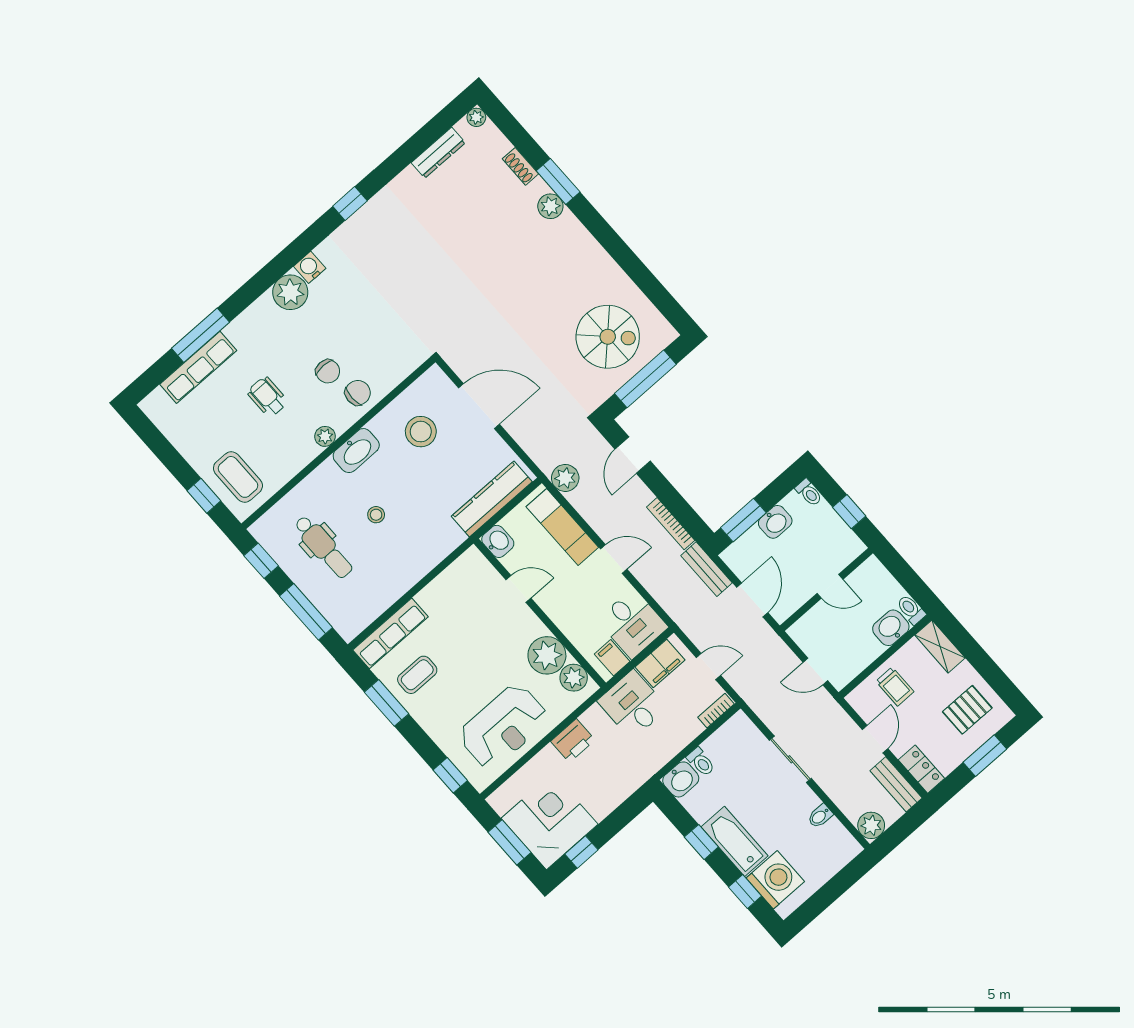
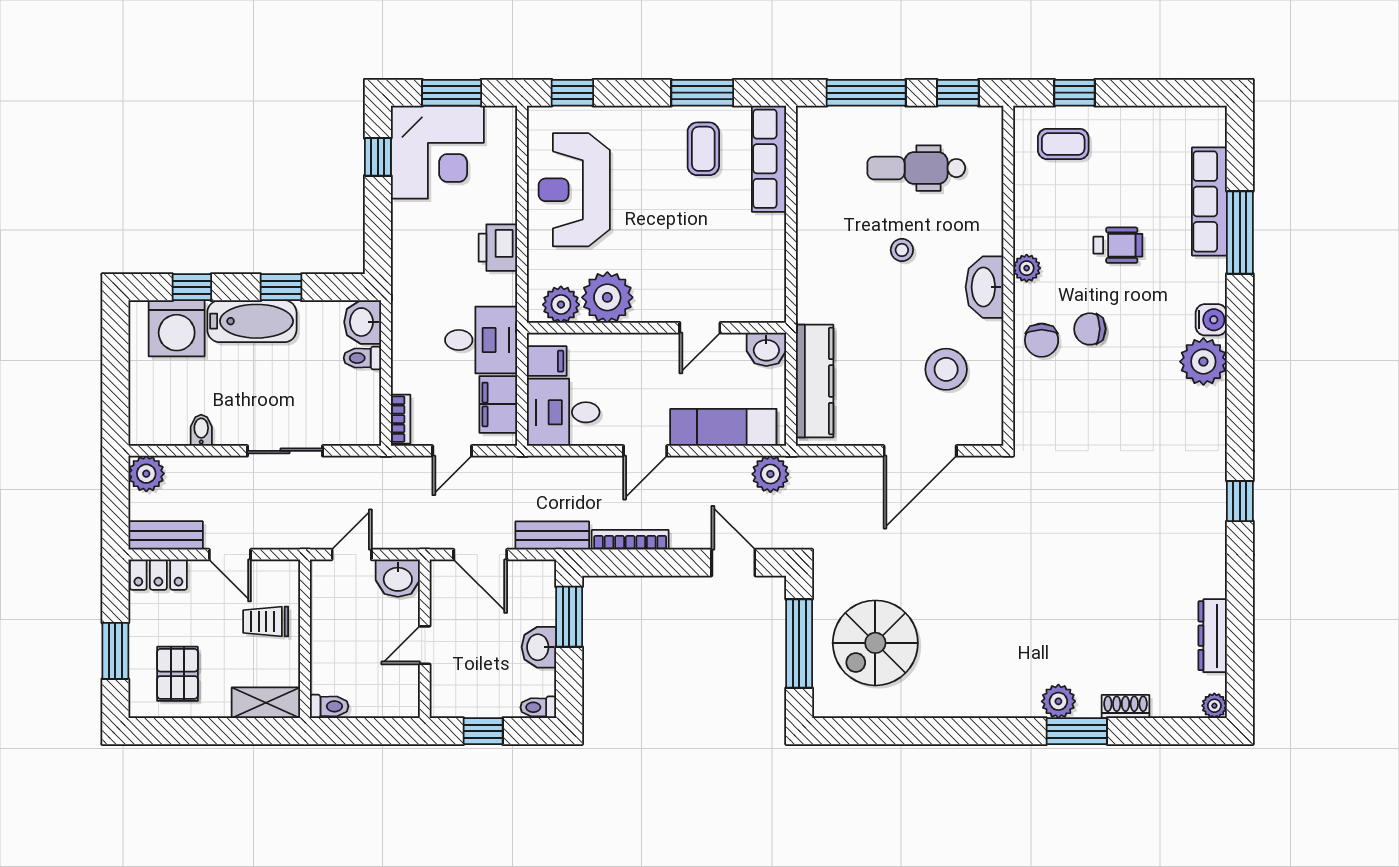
water cooler: (310, 267) -> (1211, 320), moved
coffee table: (238, 477) -> (1063, 144), width x0.73, depth x0.77
washbasin: (891, 628) -> (398, 578), moved, turned 90

